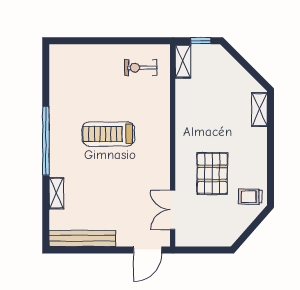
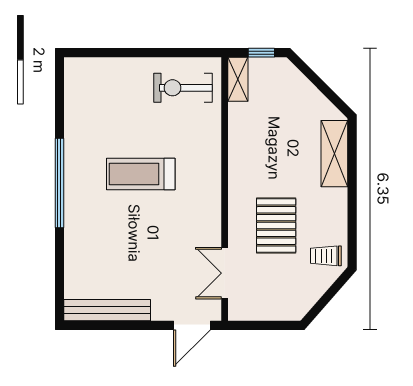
exercise bike: (141, 68) -> (183, 88), width x1.38, depth x1.39
shelving: (260, 110) -> (334, 154), width x1.50, depth x1.33
shelving: (56, 193) -> (73, 251), removed

